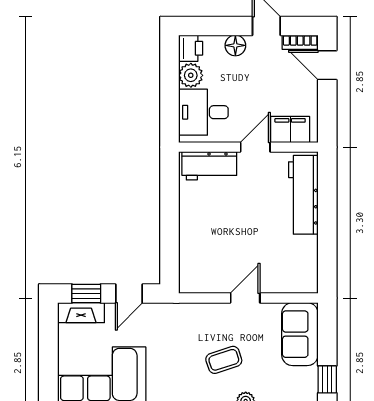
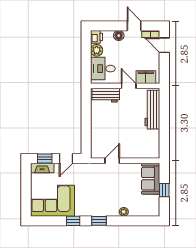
door: (255, 147) -> (129, 86), hinge flipped
door: (245, 298) -> (112, 161), moved
coffee table: (224, 360) -> (113, 191), removed
window: (327, 379) -> (164, 190), moved

